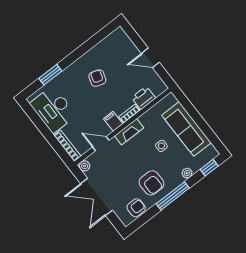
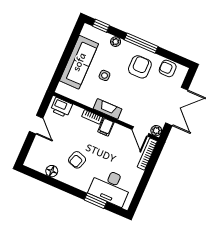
floor lamp: (100, 49) -> (52, 171), added
printer: (144, 98) -> (61, 107), moved
desk: (53, 109) -> (110, 187), moved, turned 90
door: (101, 144) -> (140, 132), moved

